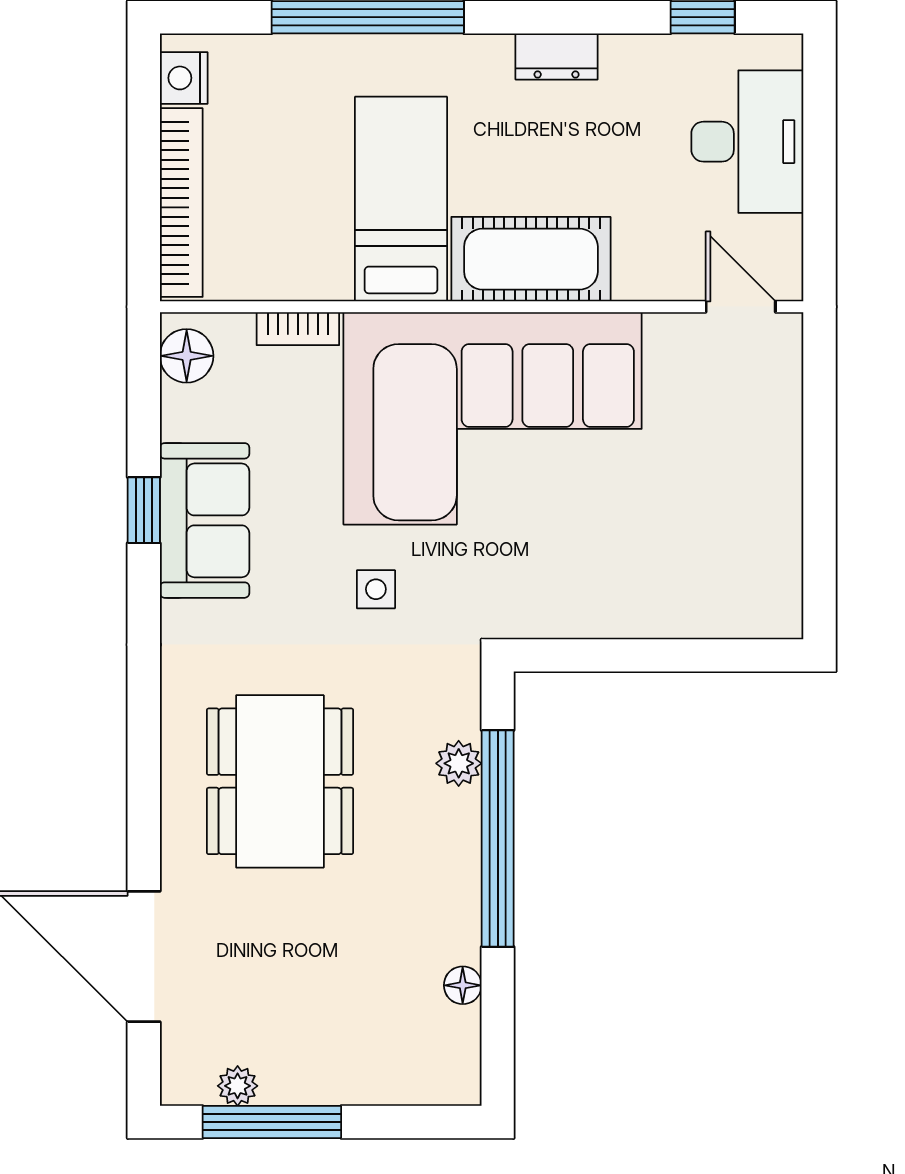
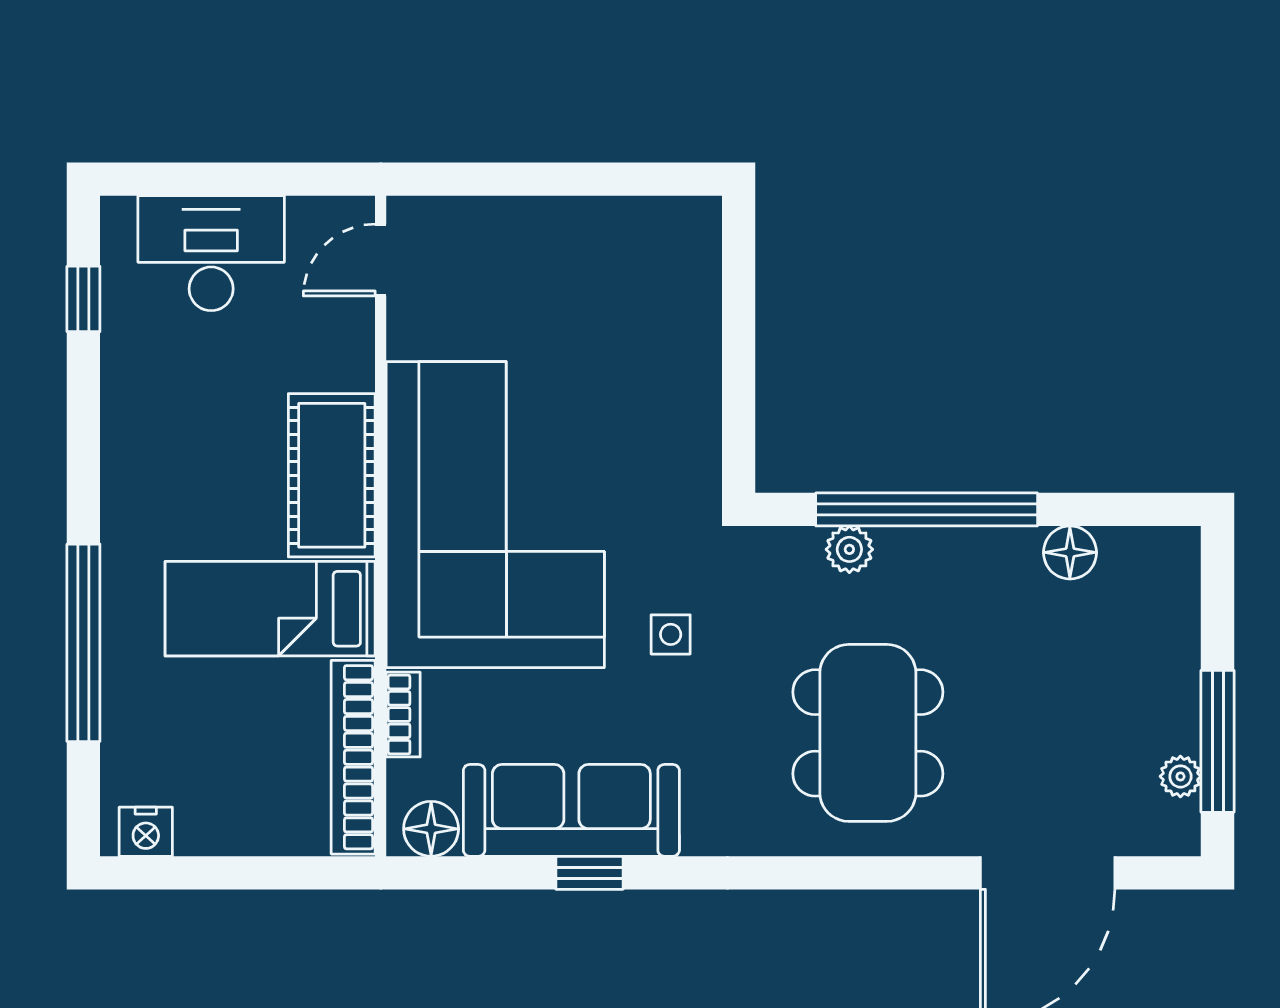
dresser: (557, 56) -> (124, 449), removed
bookcase: (181, 203) -> (353, 757), moved, turned -90
sofa: (205, 520) -> (571, 810), width x1.36
dining table: (280, 781) -> (868, 733), turned 90
floor lamp: (463, 985) -> (1070, 552), width x1.37, depth x1.37

